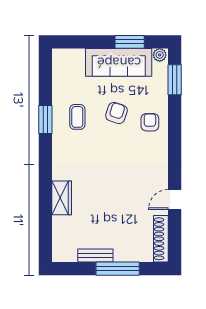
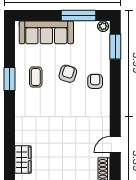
window: (130, 42) -> (79, 16), width x1.44
sofa: (119, 62) -> (46, 32), moved
wardrobe: (62, 198) -> (23, 160), moved

